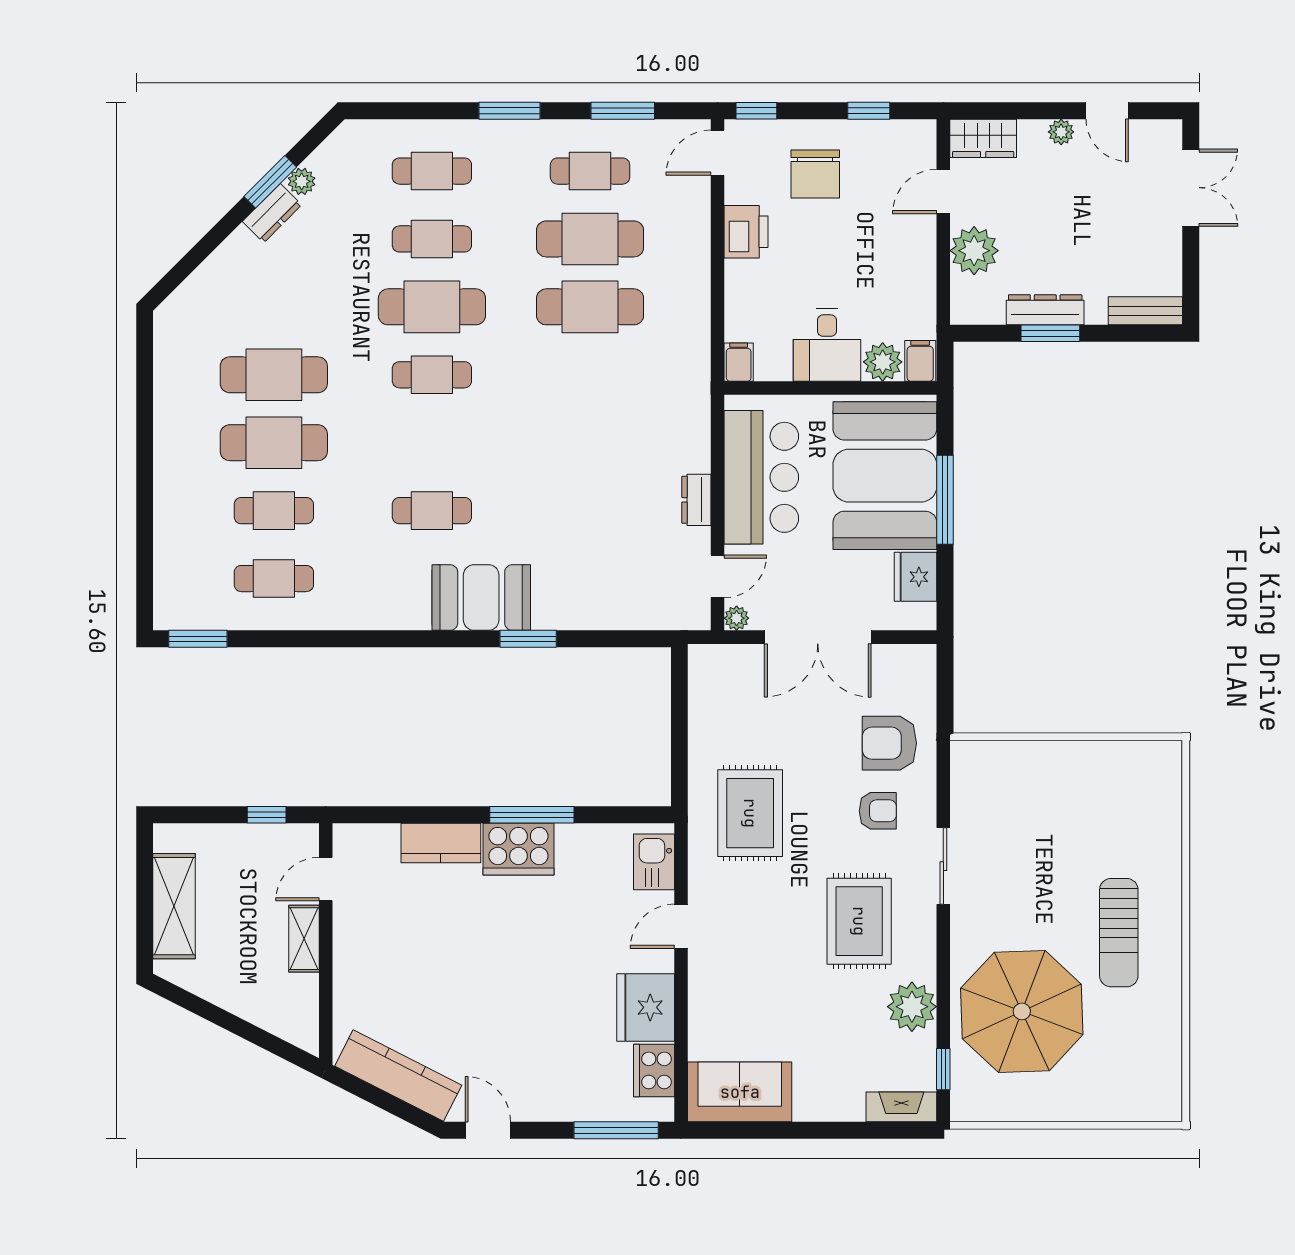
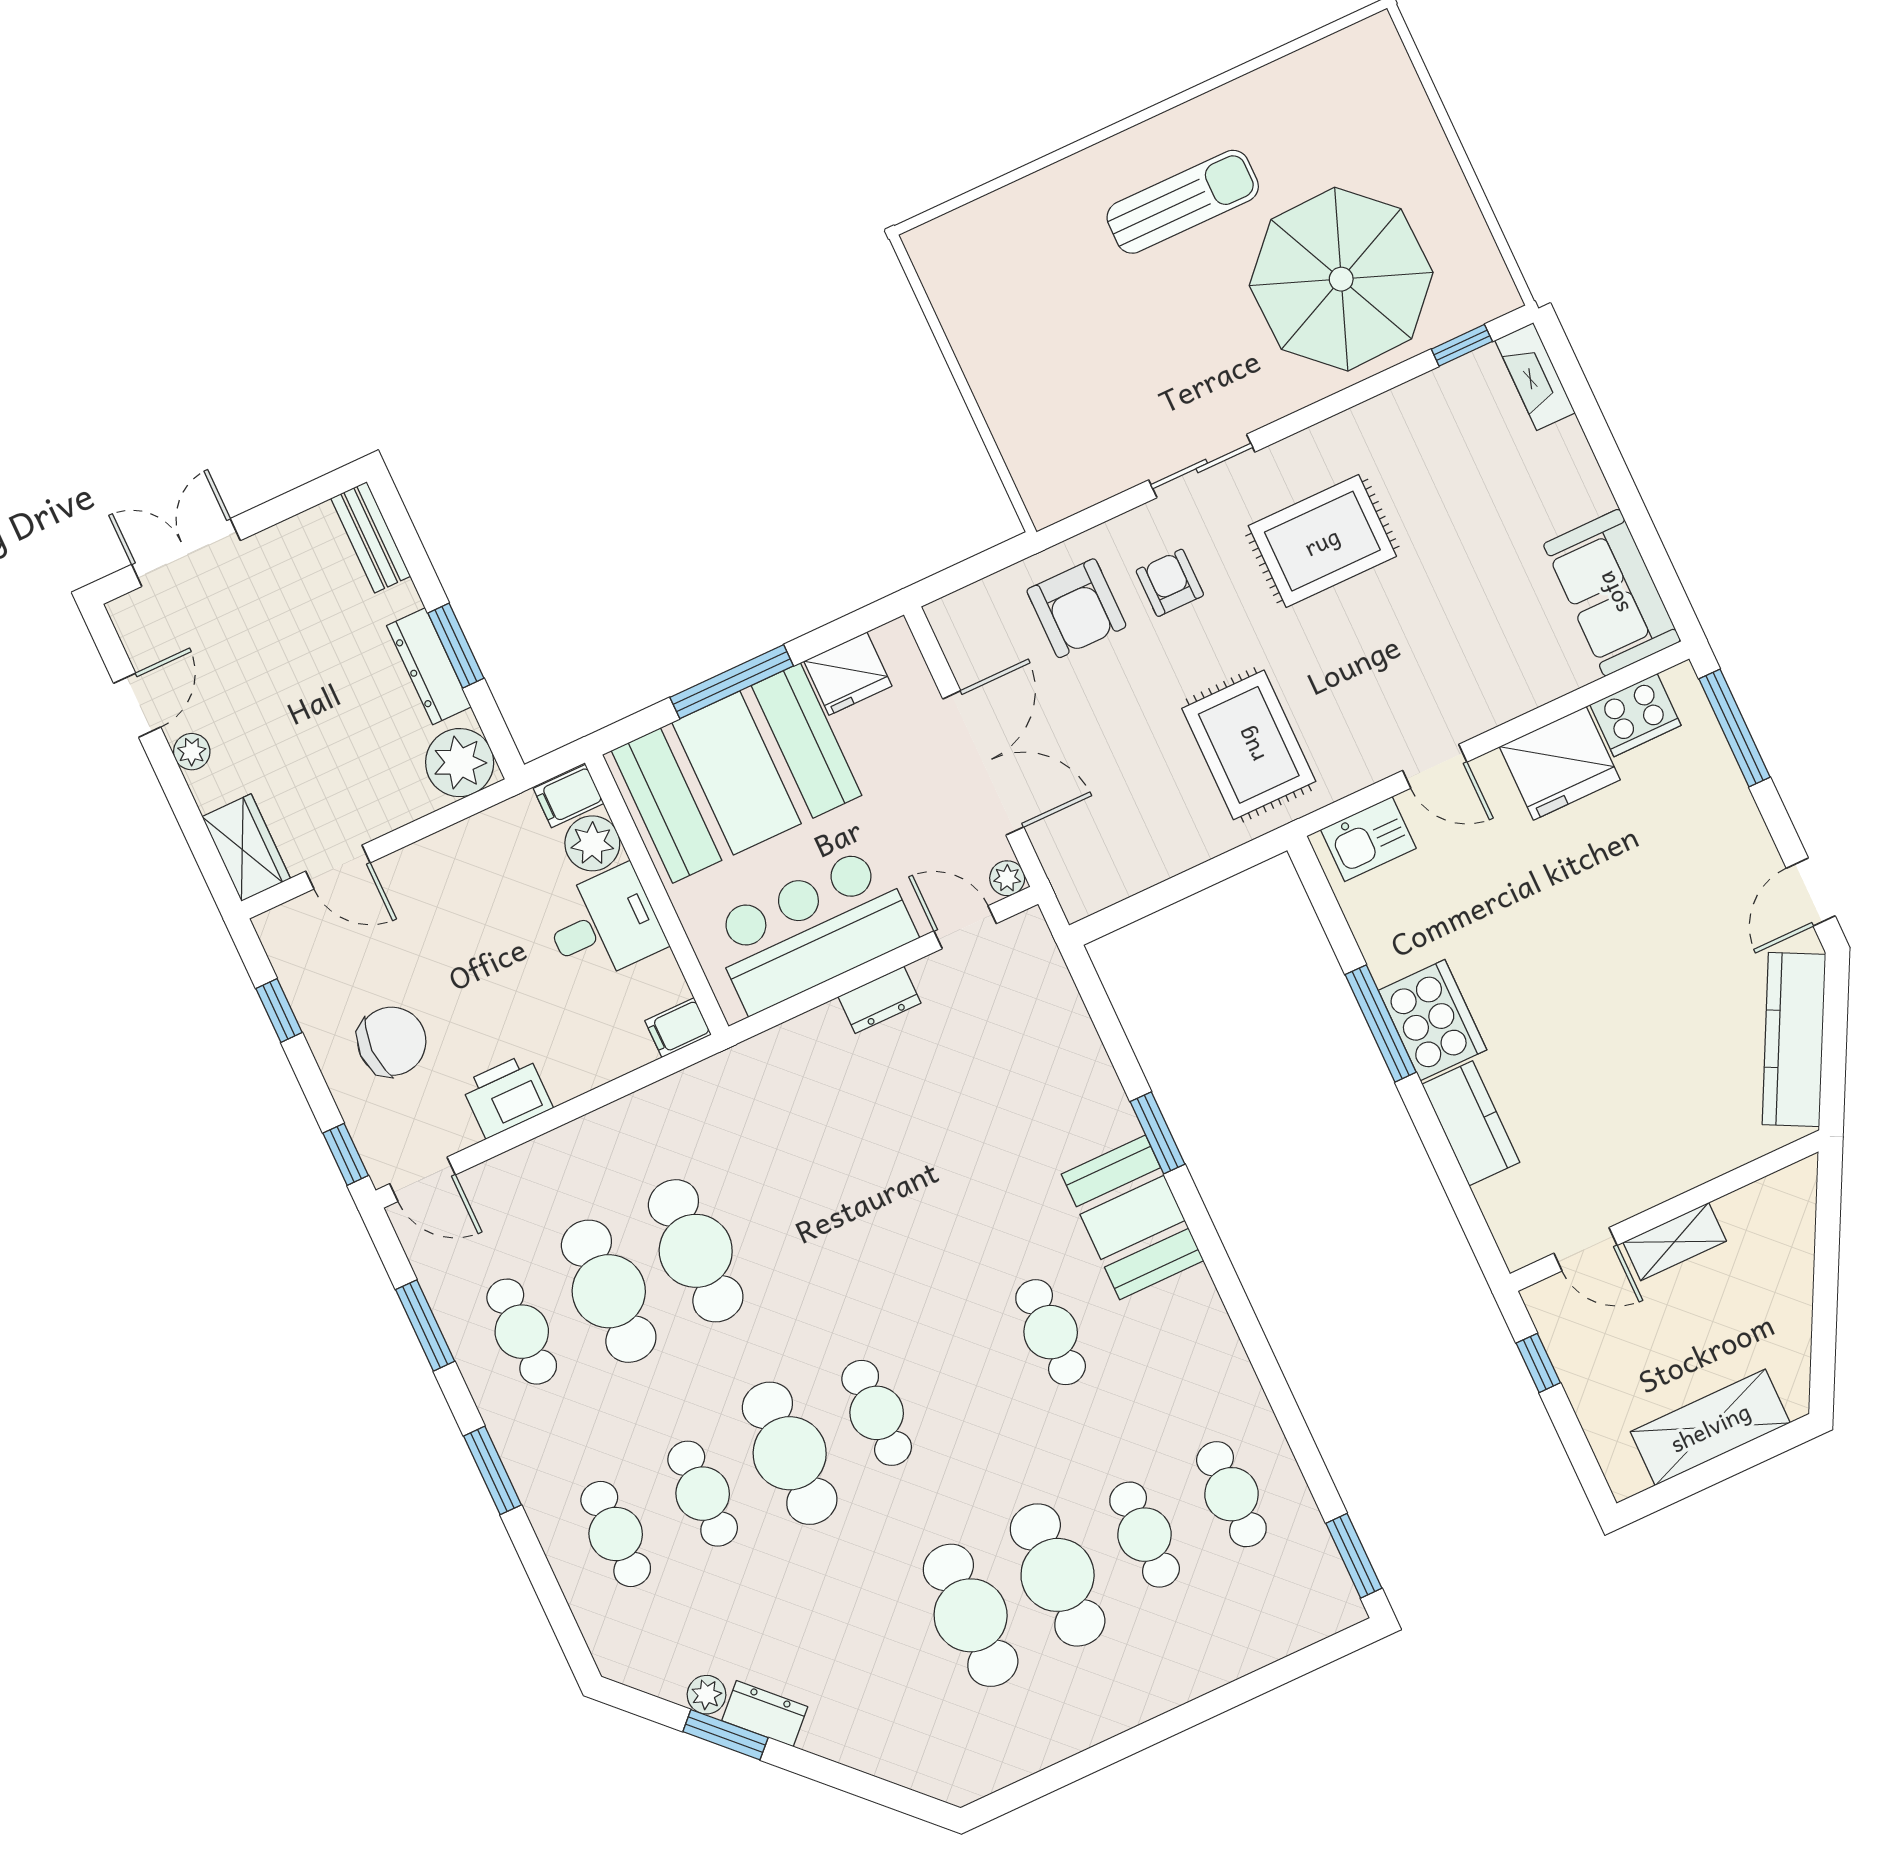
plant: (974, 251) -> (460, 763), moved
rug: (750, 813) -> (1249, 745), turned 90
plant: (912, 1007) -> (1401, 423), removed

